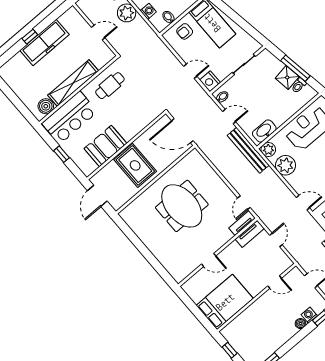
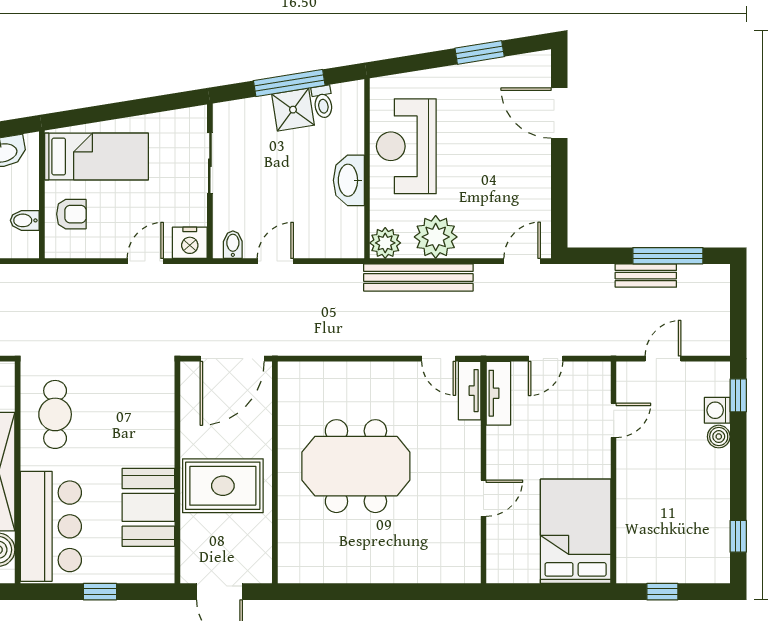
armchair: (185, 31) -> (71, 214), turned -90
washbasin: (264, 131) -> (349, 180), moved
bench: (248, 150) -> (418, 277), moved
door: (276, 240) -> (546, 359), swing flipped

